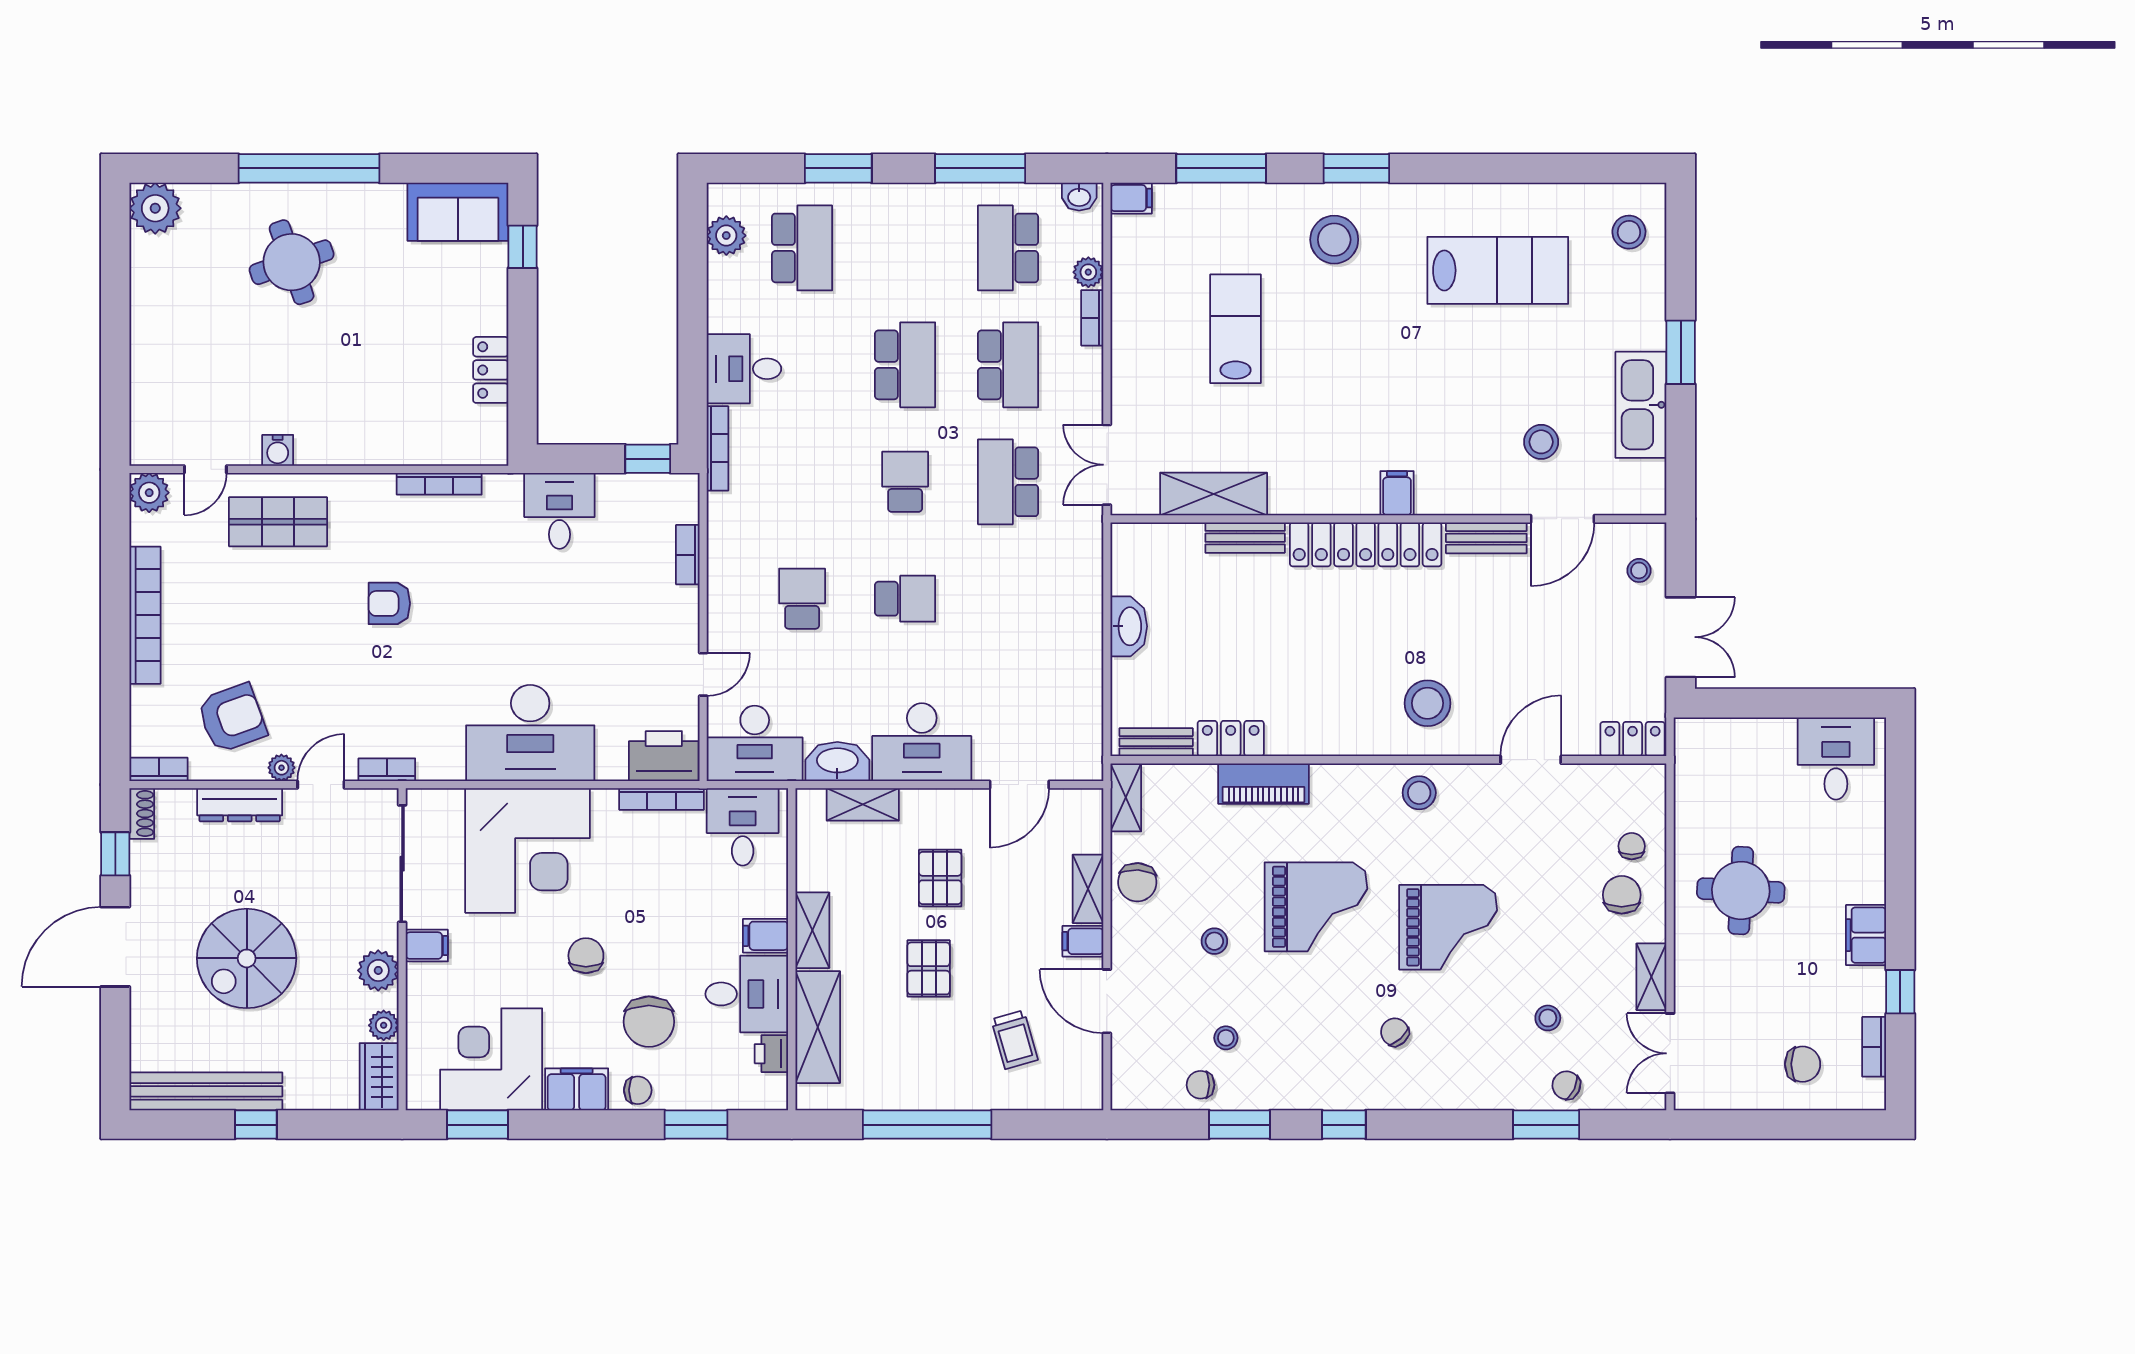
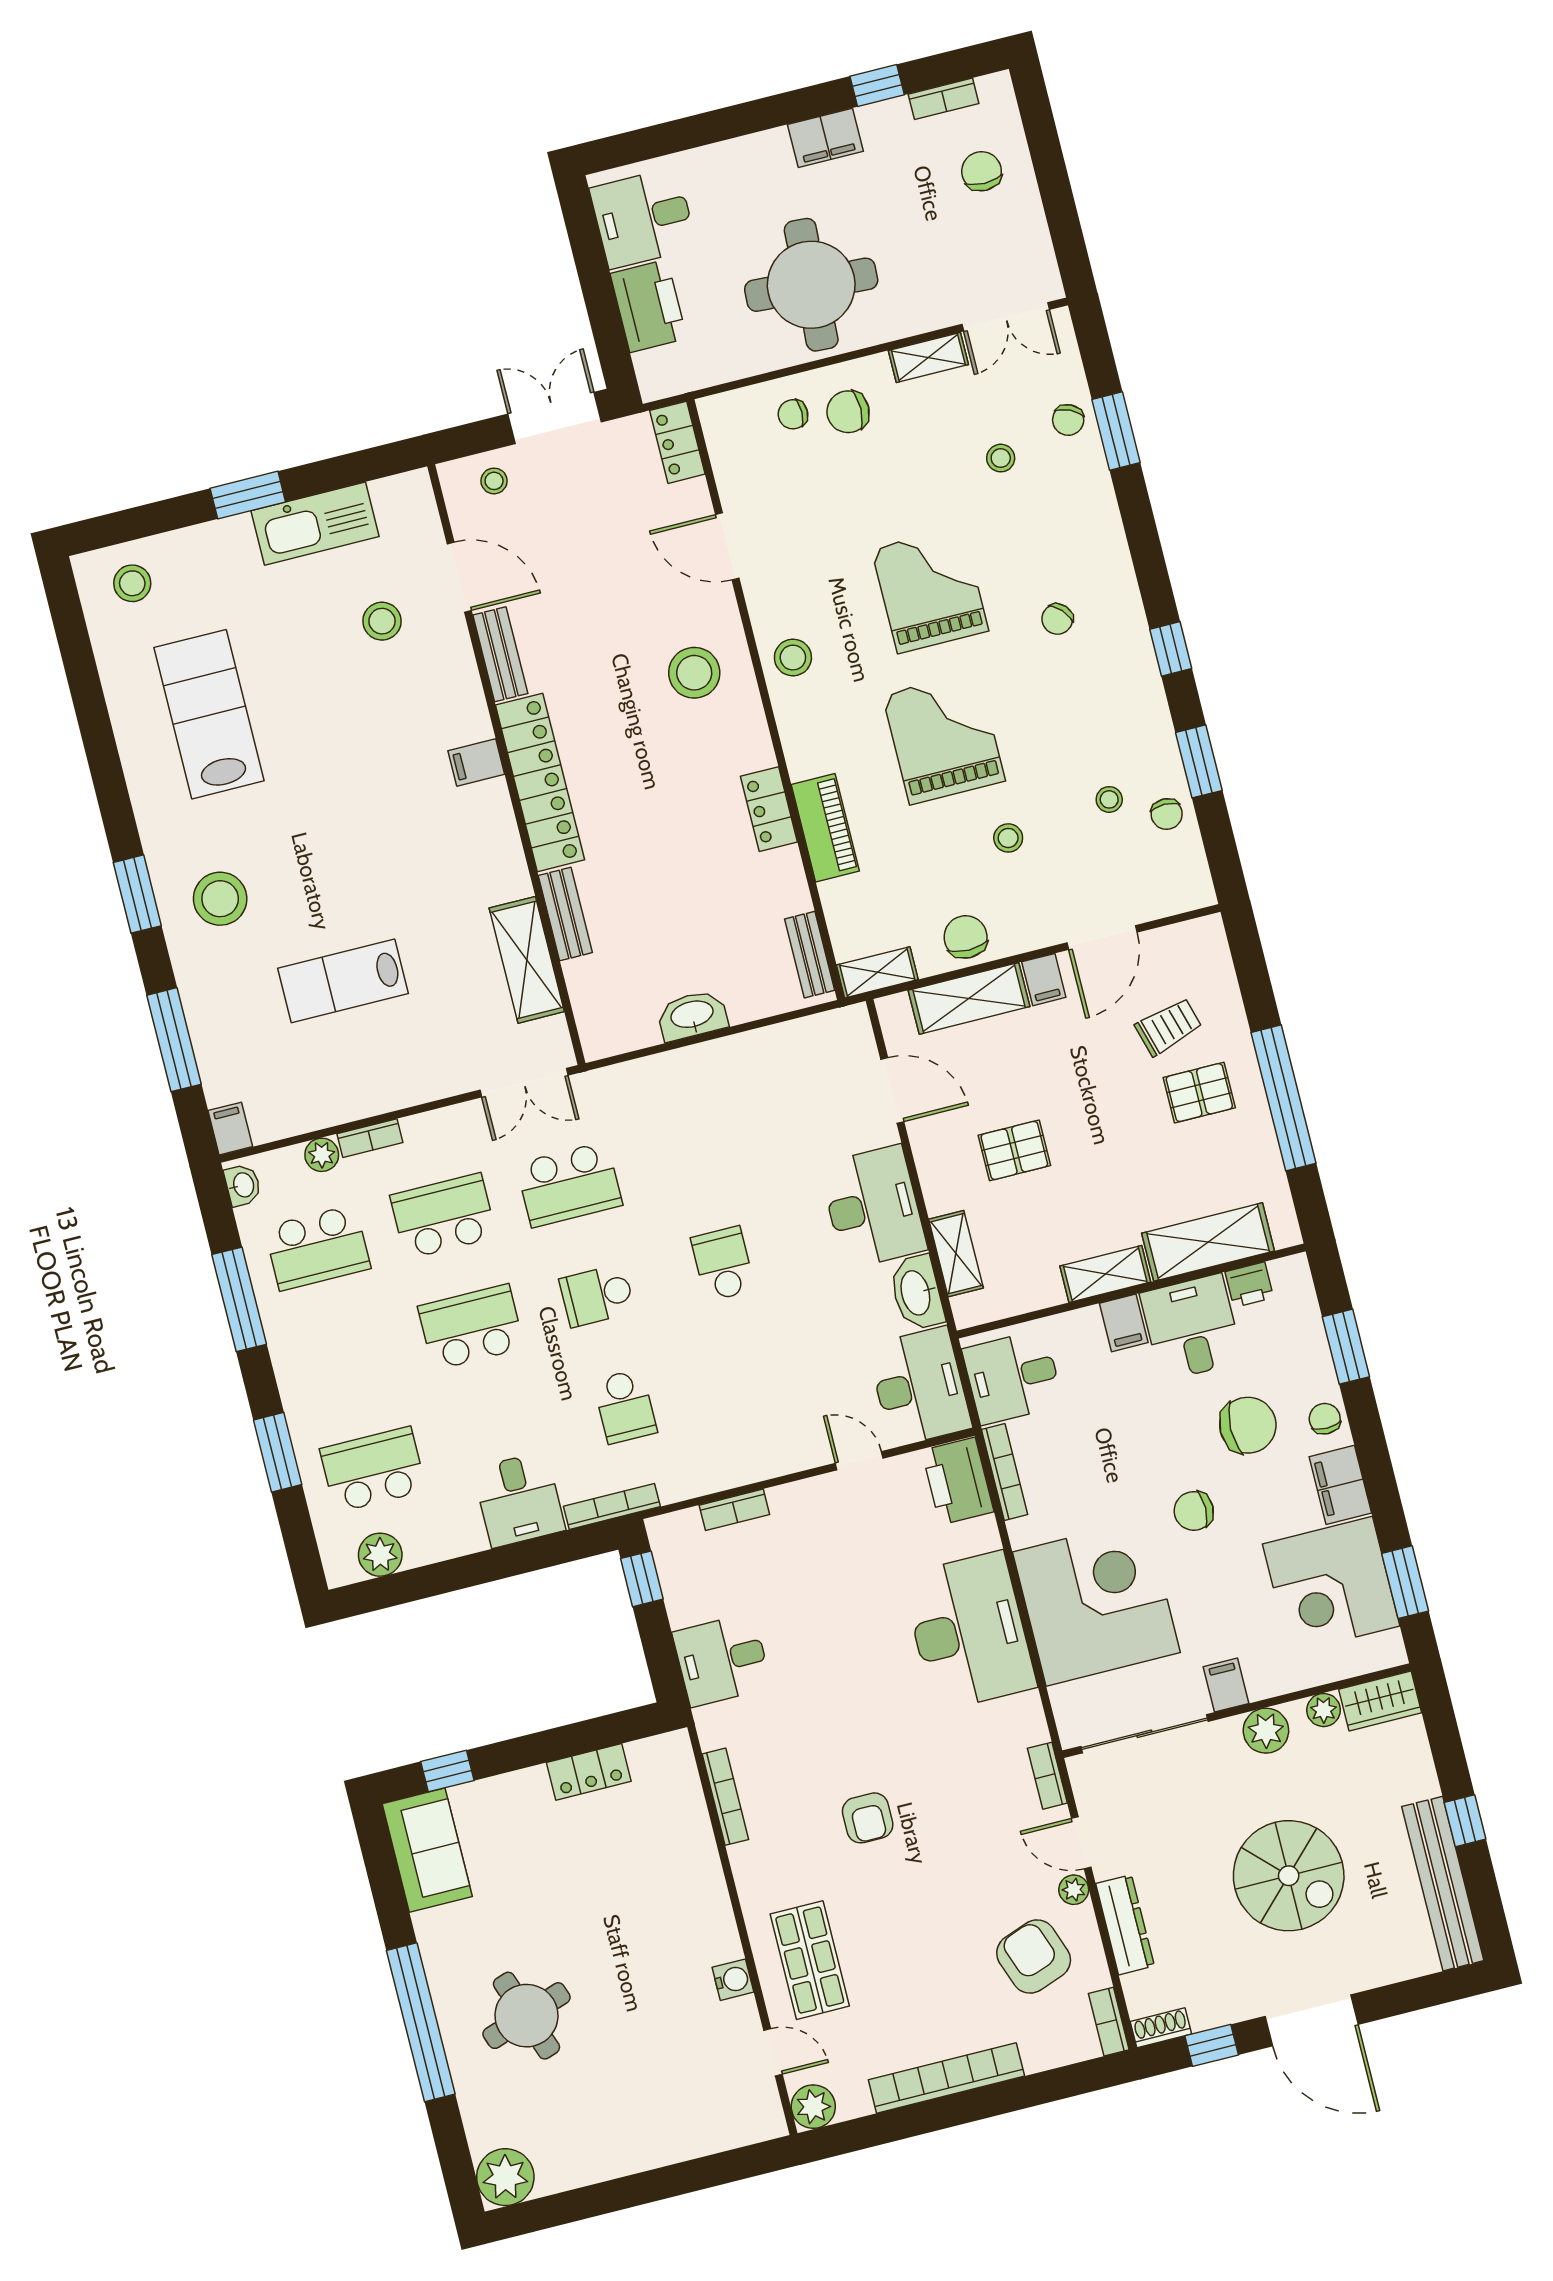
school desk: (802, 599) -> (625, 1406), moved, turned -90
locker: (1231, 739) -> (769, 809), moved
printer: (1758, 744) -> (649, 306), added
chair: (1137, 882) -> (966, 937), turned -94
shelving: (1088, 889) -> (969, 998), width x1.50, depth x1.33
round table: (1741, 890) -> (811, 285), width x1.36, depth x1.36
pallet: (929, 968) -> (1199, 1093), moved

